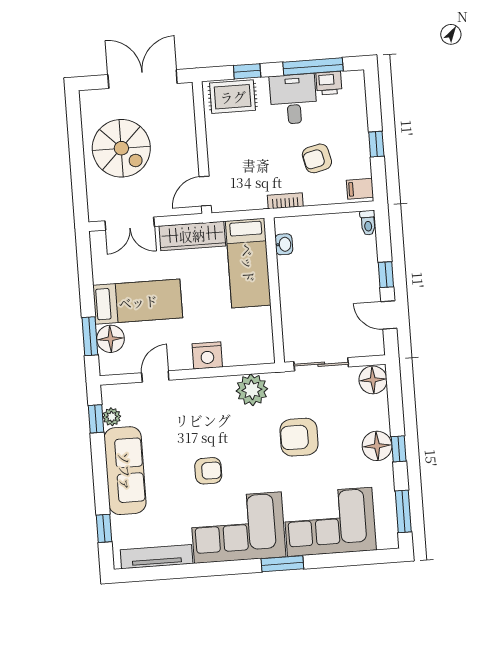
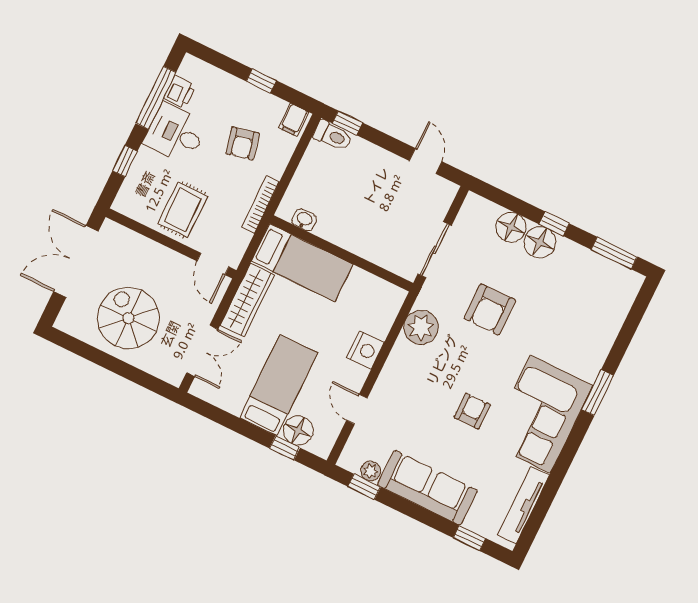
rug: (233, 97) -> (183, 210), moved
spiral stairs: (121, 148) -> (128, 318), turned -90
bookcase: (285, 201) -> (260, 205), width x1.56
toilet: (368, 223) -> (333, 136), width x1.37, depth x1.39
window: (386, 275) -> (348, 123), moved
door: (389, 315) -> (426, 161), swing flipped
window: (90, 336) -> (285, 448), width x0.67
floor lamp: (373, 380) -> (511, 227), moved
corner sofa: (330, 522) -> (584, 327), removed

